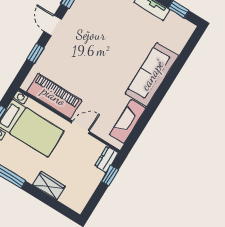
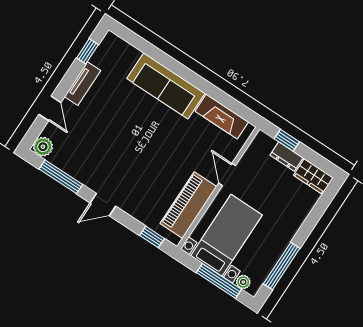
window: (35, 53) -> (152, 237), moved
dresser: (107, 159) -> (286, 157), moved
wardrobe: (49, 186) -> (313, 176), moved, turned -90

